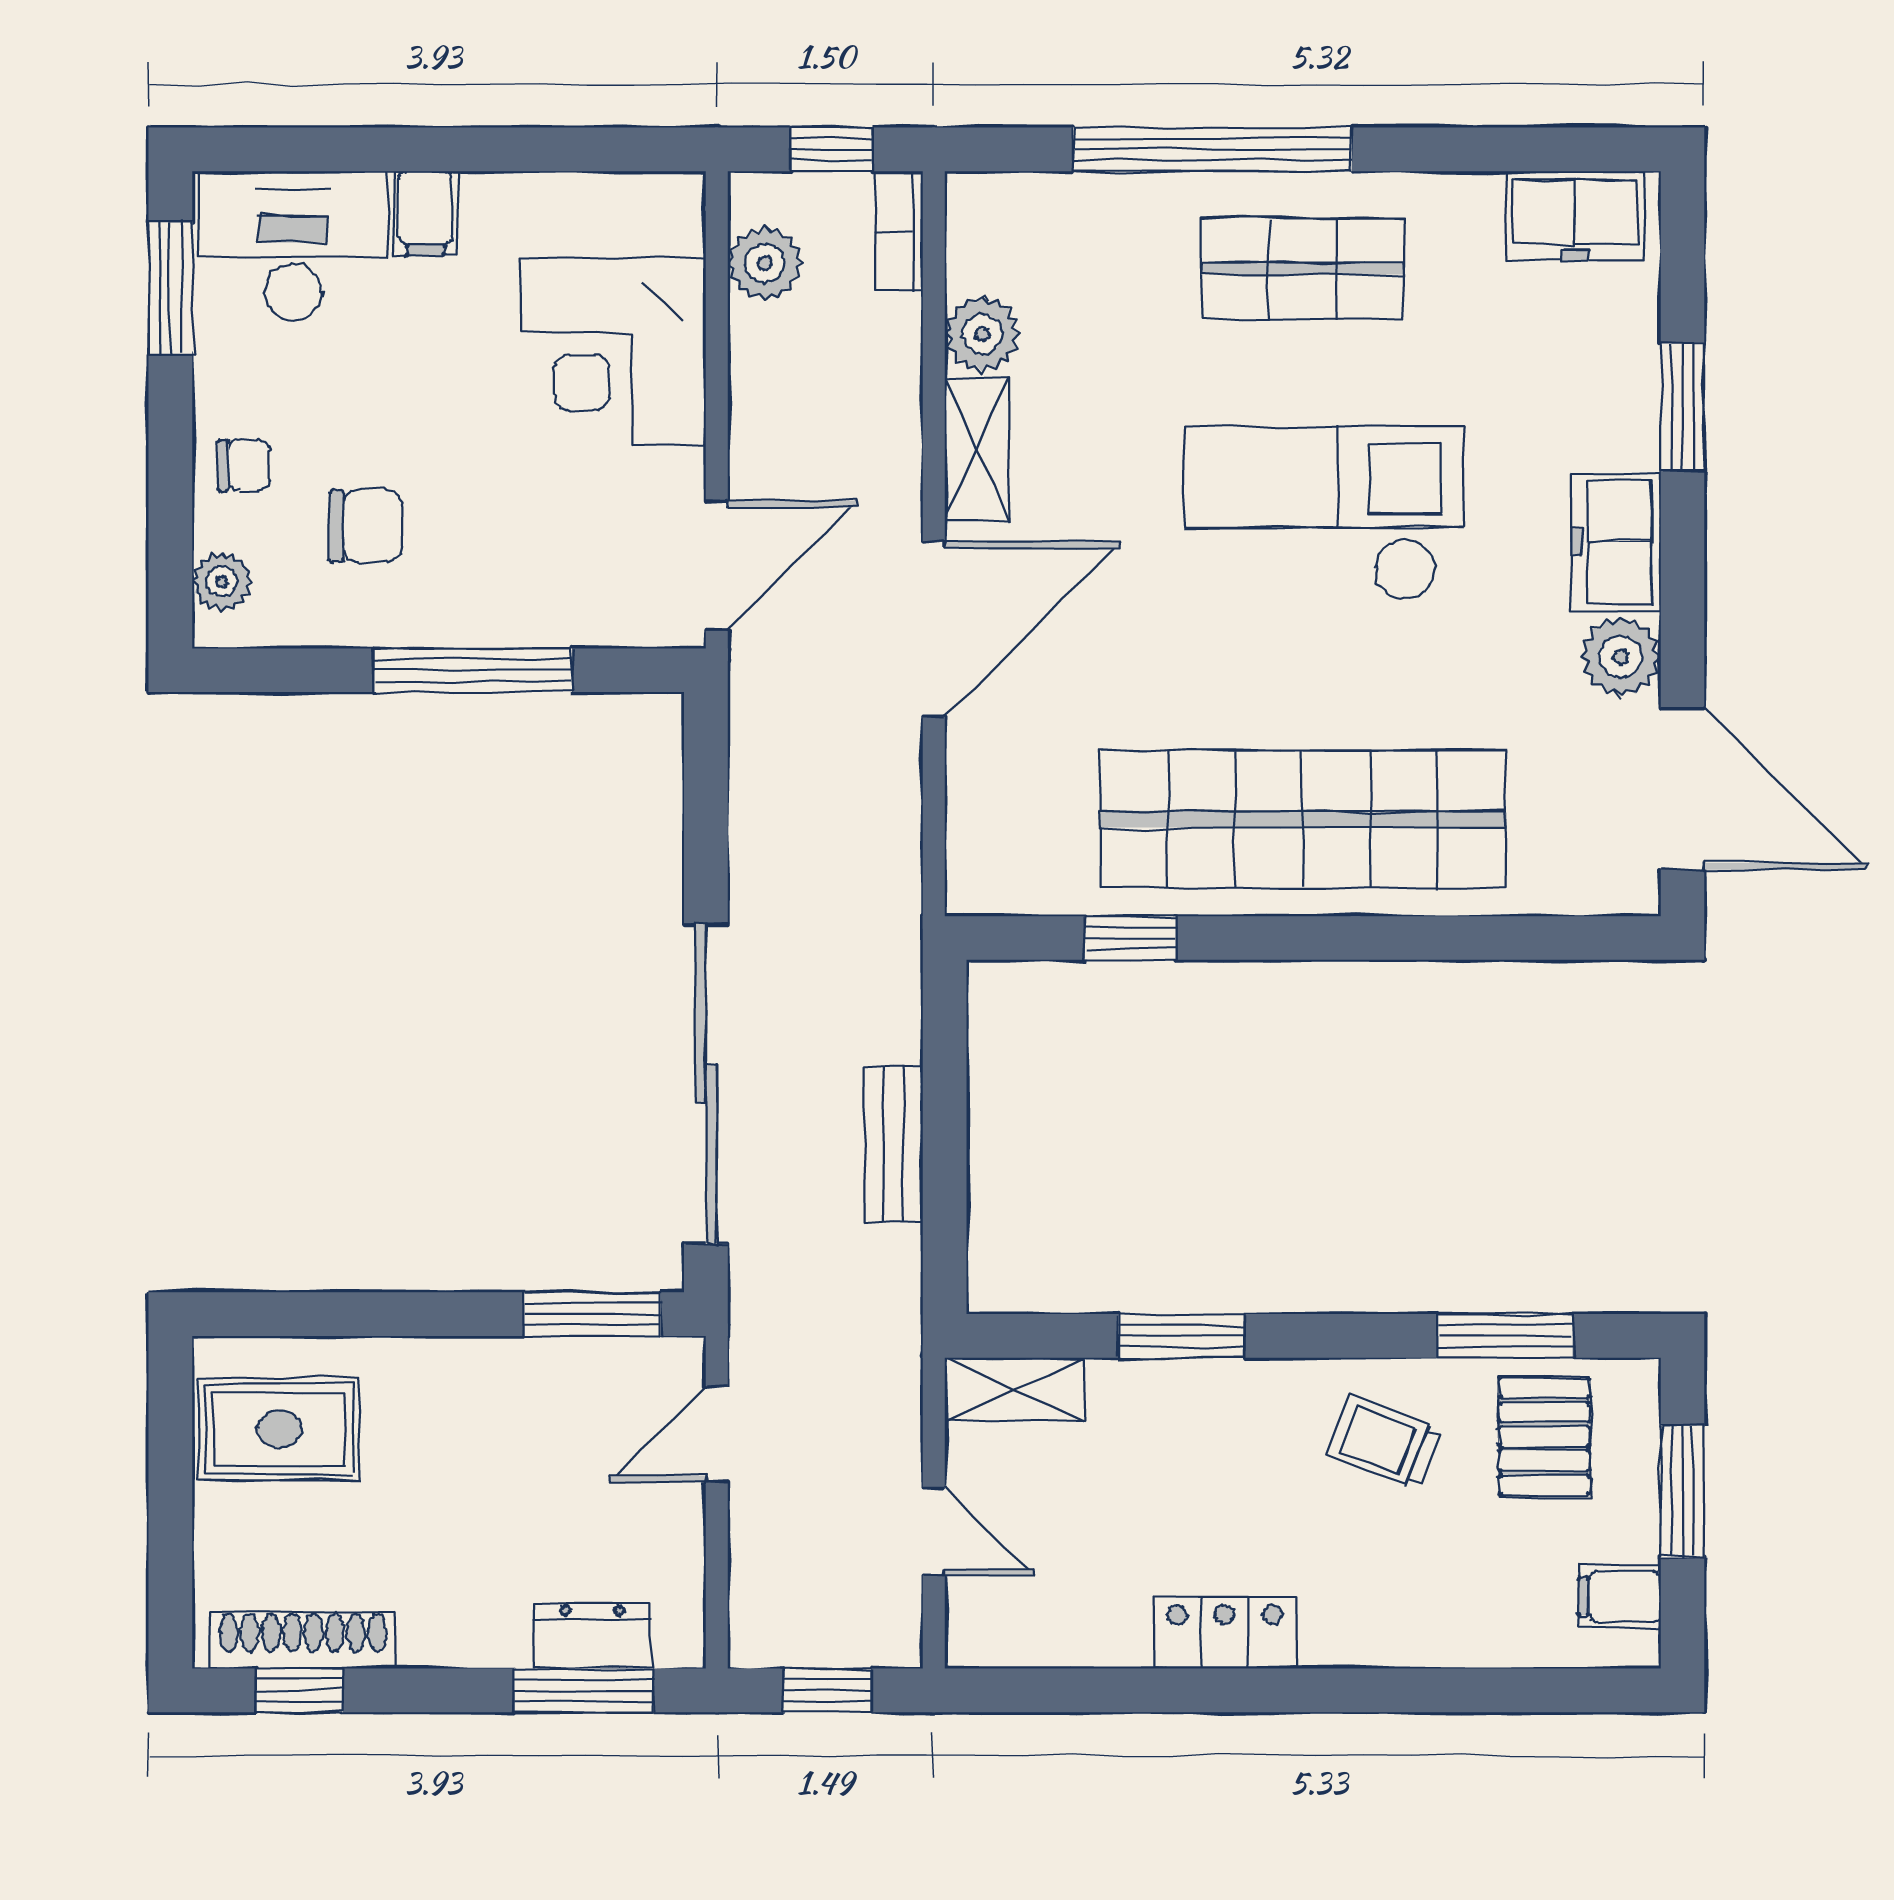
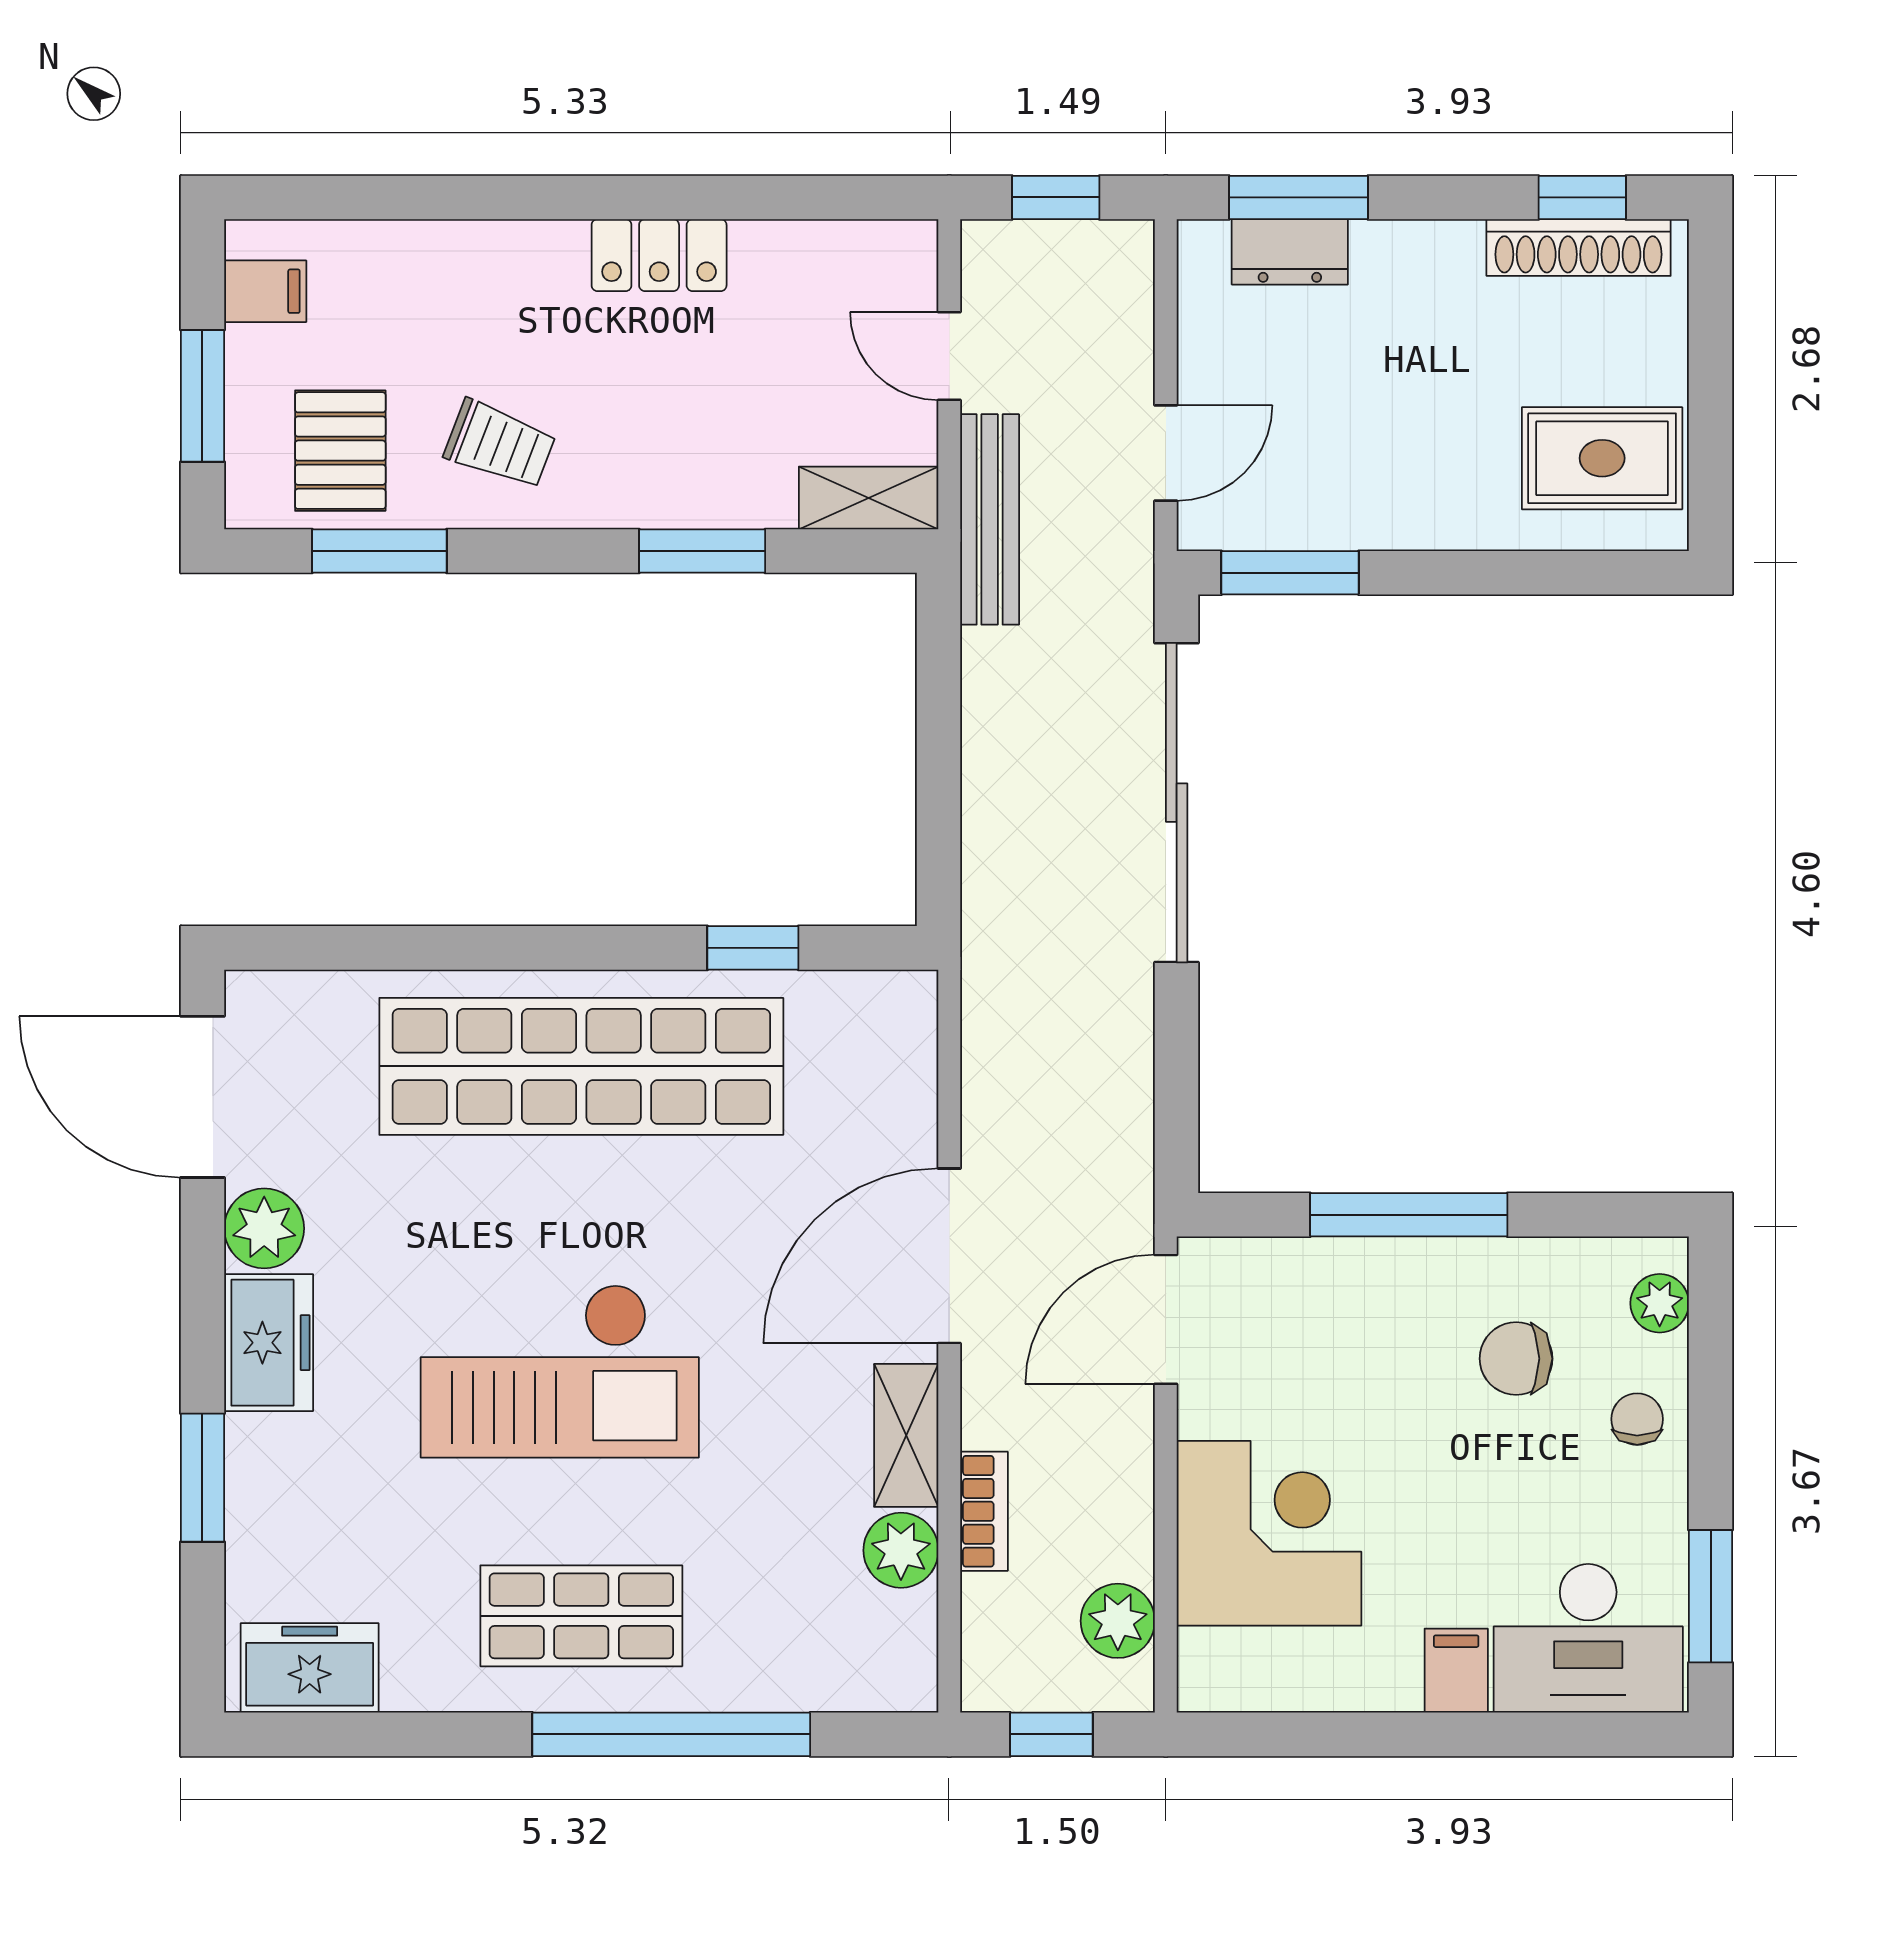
bookcase: (899, 231) -> (984, 1511), moved
chair: (244, 465) -> (1637, 1419), turned 90
bench: (893, 1144) -> (990, 519), moved, width x1.36

